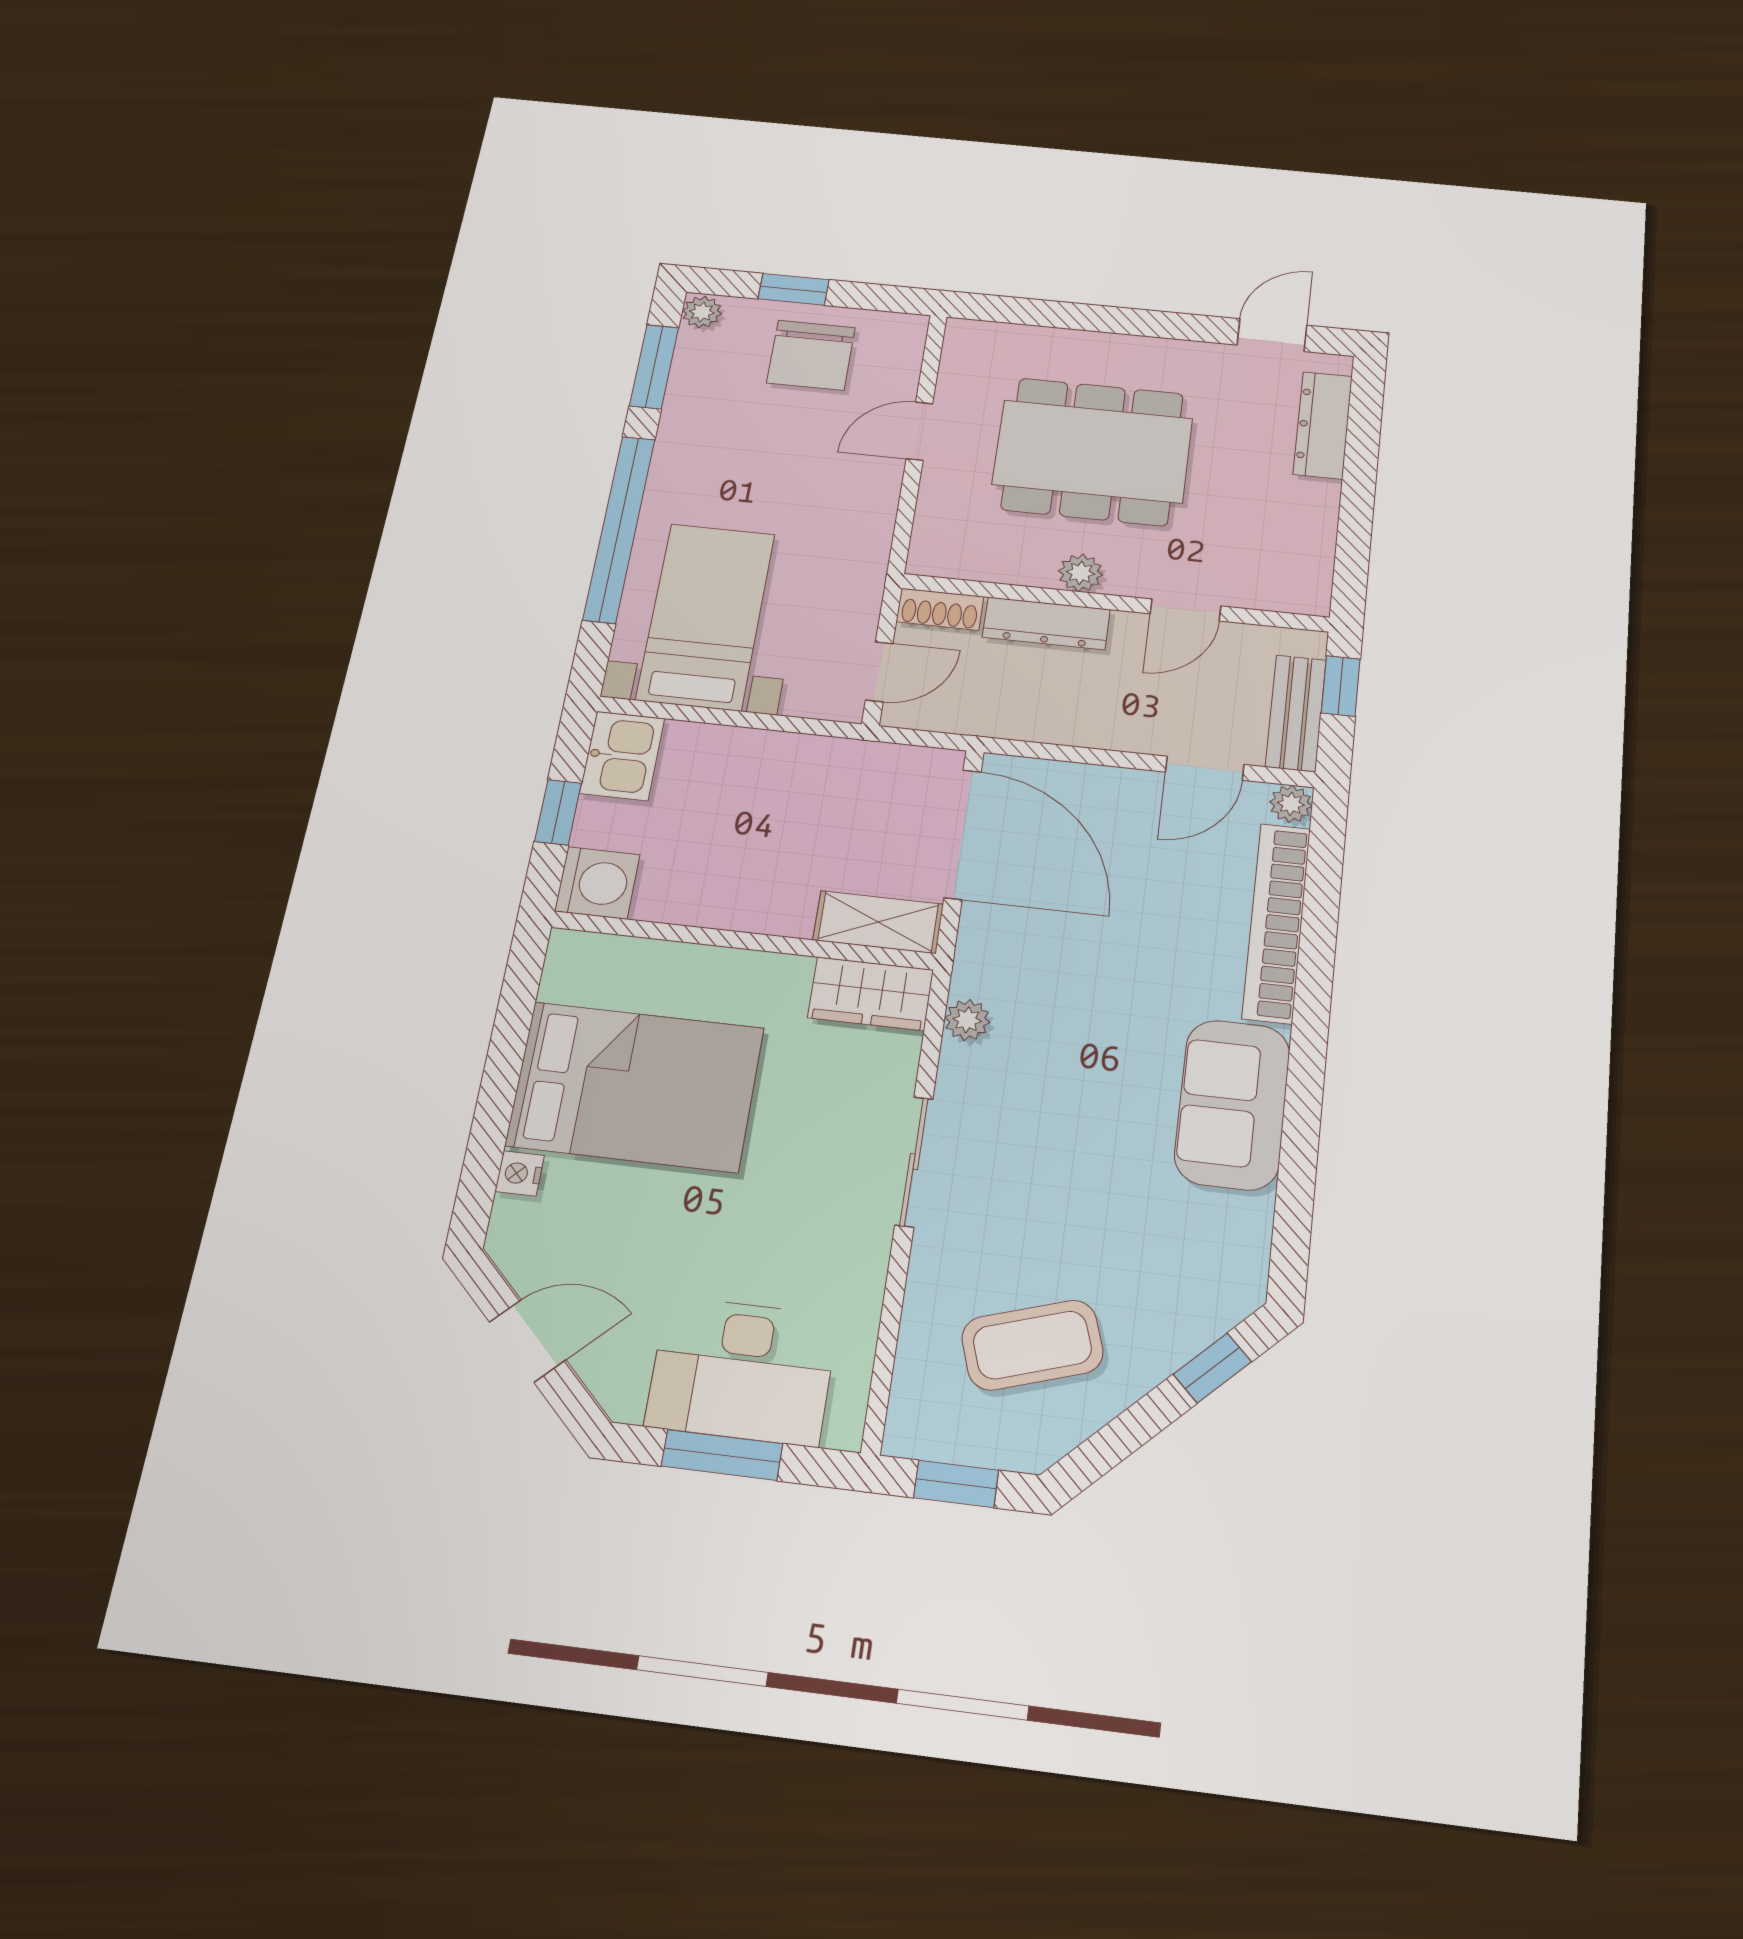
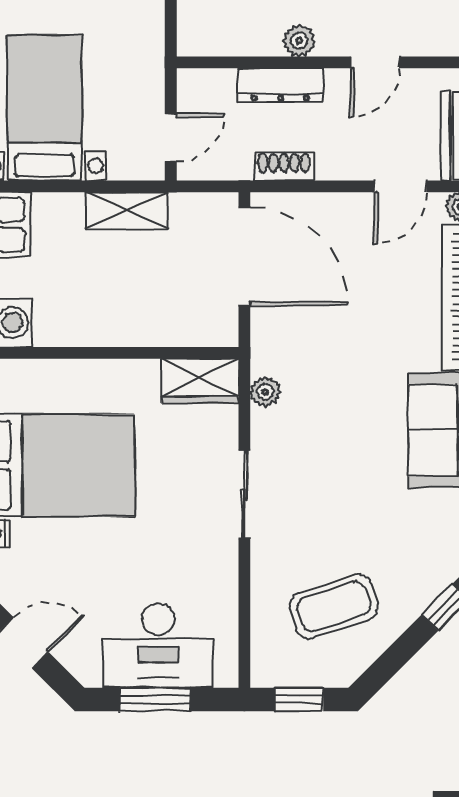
shoe rack: (940, 609) -> (284, 166), moved, turned 180
shelving: (878, 922) -> (127, 211), moved

